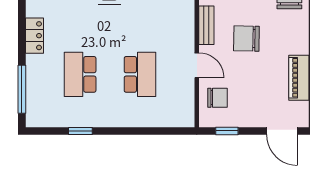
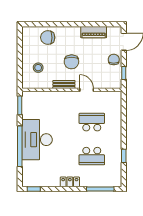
door: (197, 65) -> (87, 90), hinge flipped
chair: (217, 98) -> (114, 60), moved

